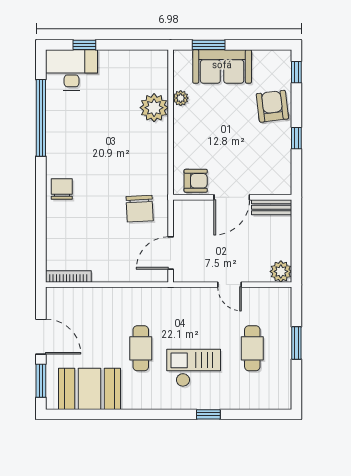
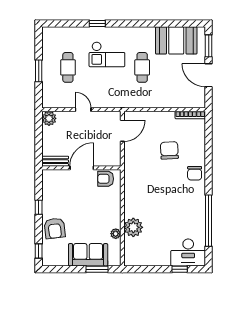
chair: (140, 209) -> (169, 150), moved

